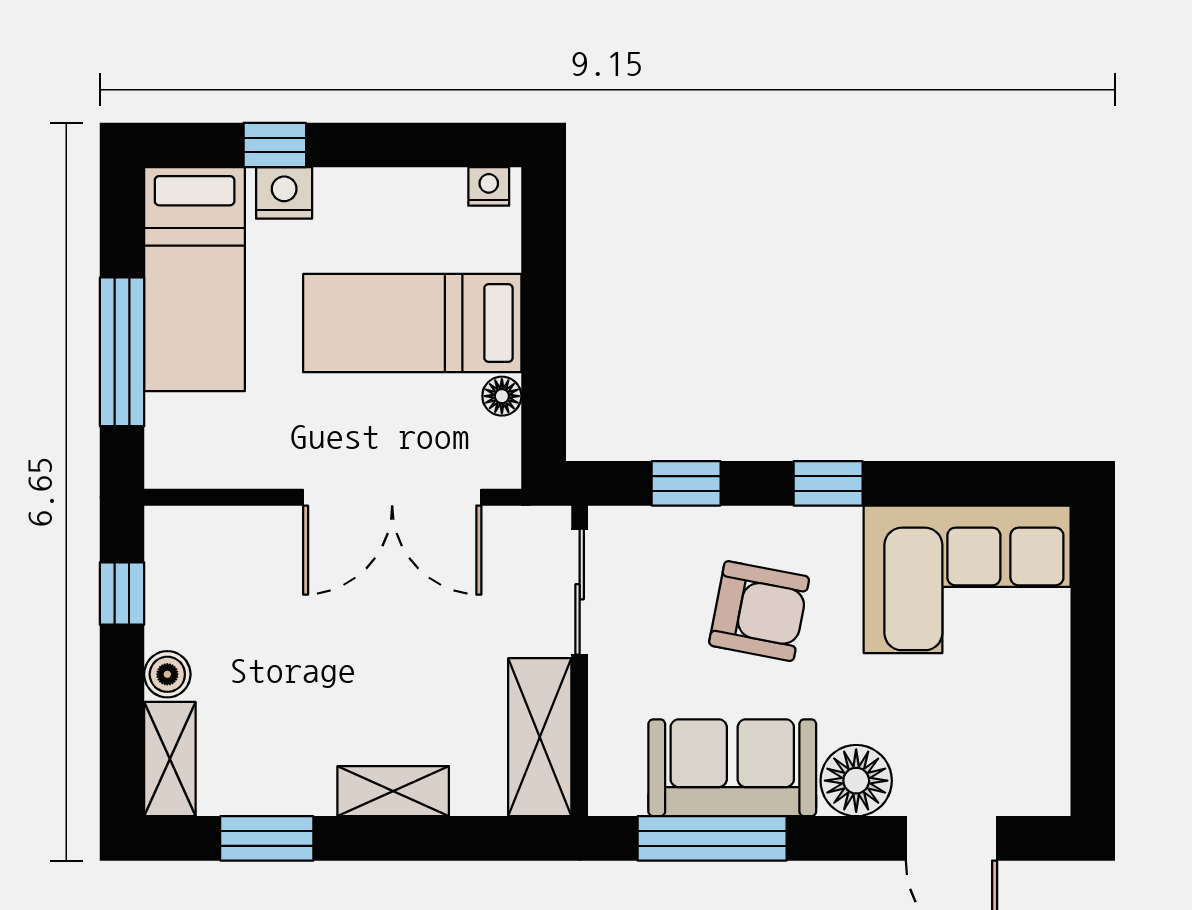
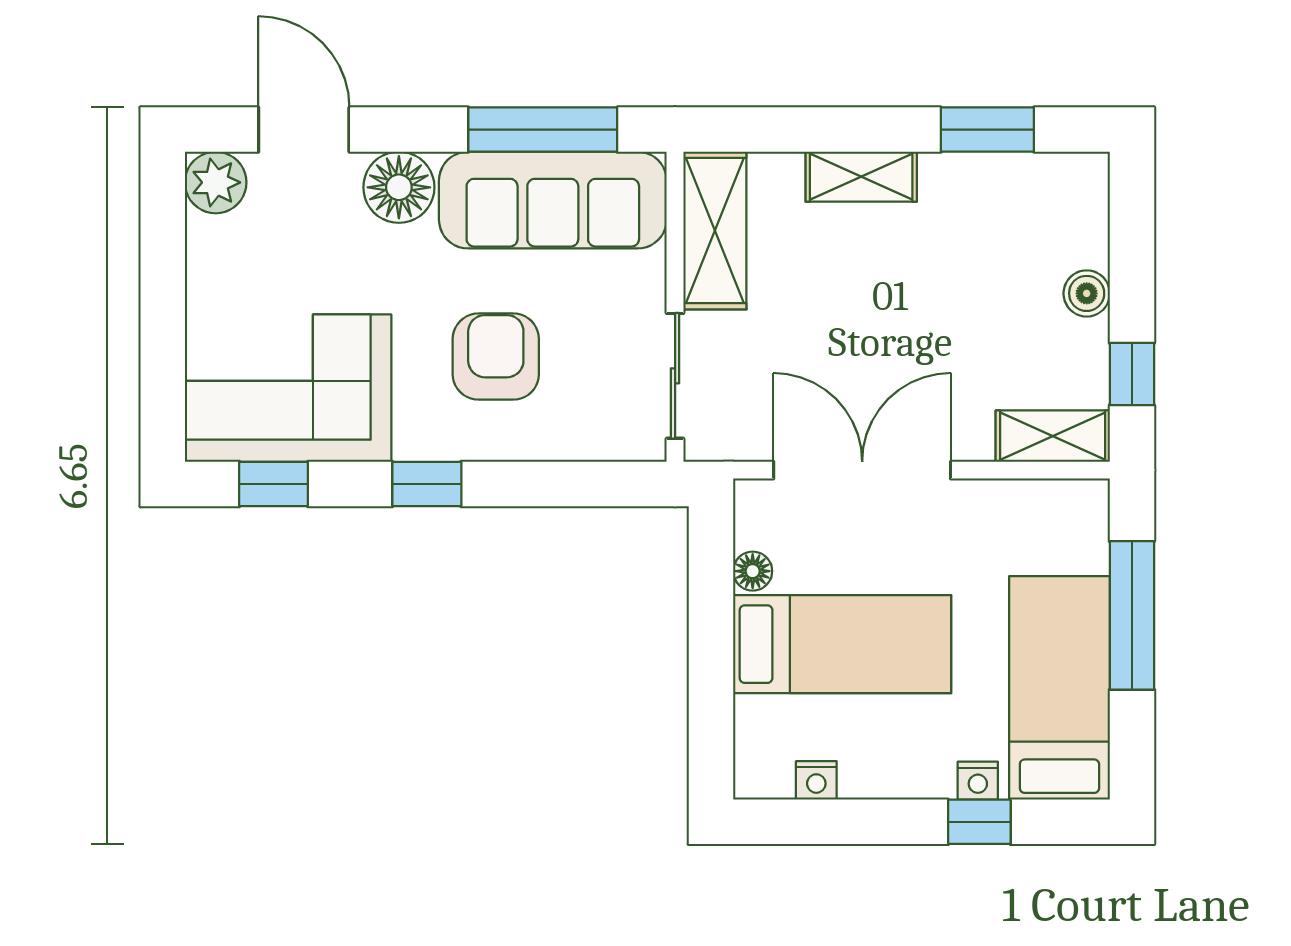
nightstand: (489, 186) -> (816, 780), moved
nightstand: (284, 193) -> (978, 781), width x0.72, depth x0.74
window: (686, 483) -> (274, 484), moved
armchair: (759, 611) -> (496, 357), turned 79
shelving: (170, 759) -> (1053, 436), moved, turned 90
sofa: (732, 768) -> (553, 200), width x1.36
plant: (1040, 785) -> (216, 182), added

